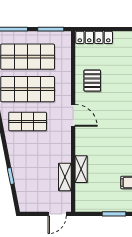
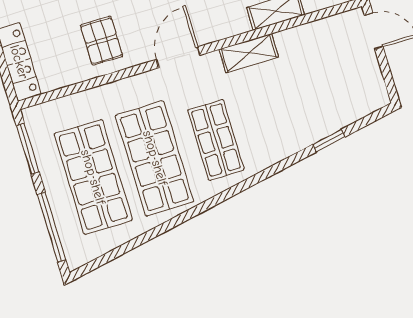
pallet: (92, 81) -> (102, 41), turned 90
shelving: (65, 177) -> (249, 53), moved

